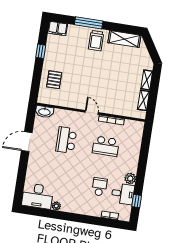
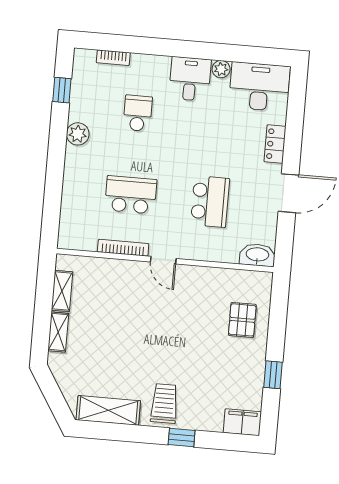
window: (89, 23) -> (182, 437), width x0.46
locker: (32, 167) -> (275, 144), added
school desk: (99, 187) -> (138, 113), turned 180
desk: (123, 194) -> (190, 79), moved, turned 90

